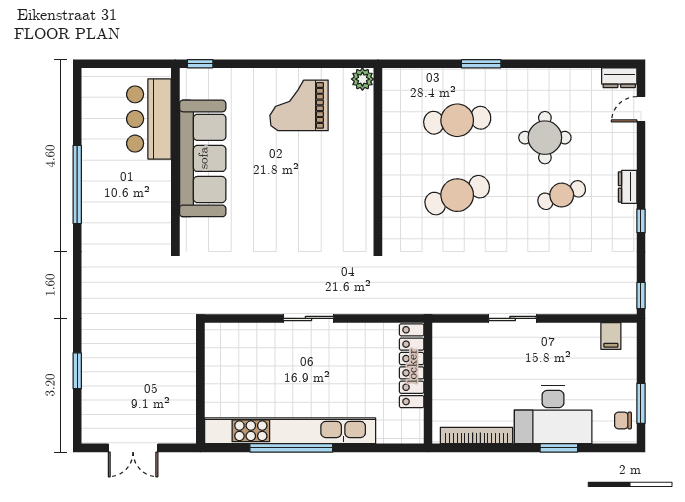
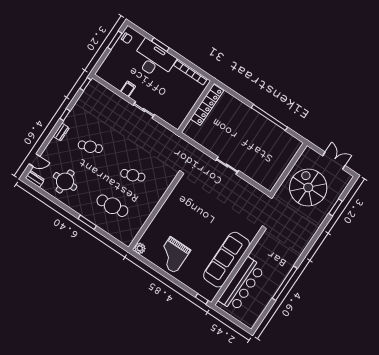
grand piano: (299, 105) -> (173, 255), turned 90
bar counter: (149, 119) -> (242, 284), width x1.36
round table: (545, 138) -> (65, 181), moved
cafe table: (457, 195) -> (133, 175), width x0.73, depth x0.74
filing cabinet: (611, 336) -> (128, 89), moved
locker: (412, 366) -> (207, 105), moved
spiral stairs: (146, 373) -> (308, 187), added
kitchen unit: (290, 431) -> (265, 125), removed

